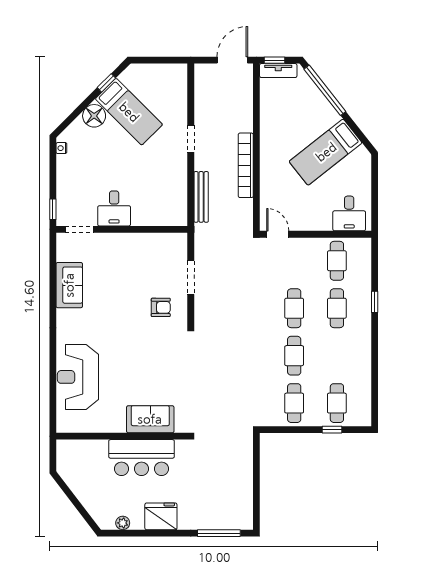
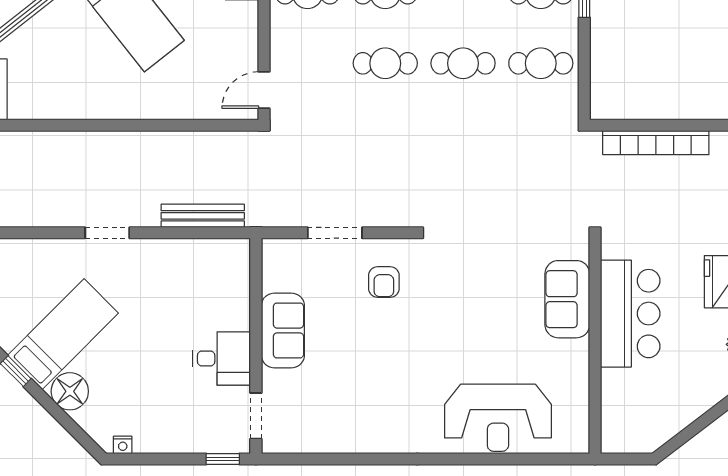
bookcase: (246, 165) -> (656, 143), moved
sofa: (69, 285) -> (283, 330), moved, turned 90
armchair: (161, 307) -> (384, 282), turned 180

